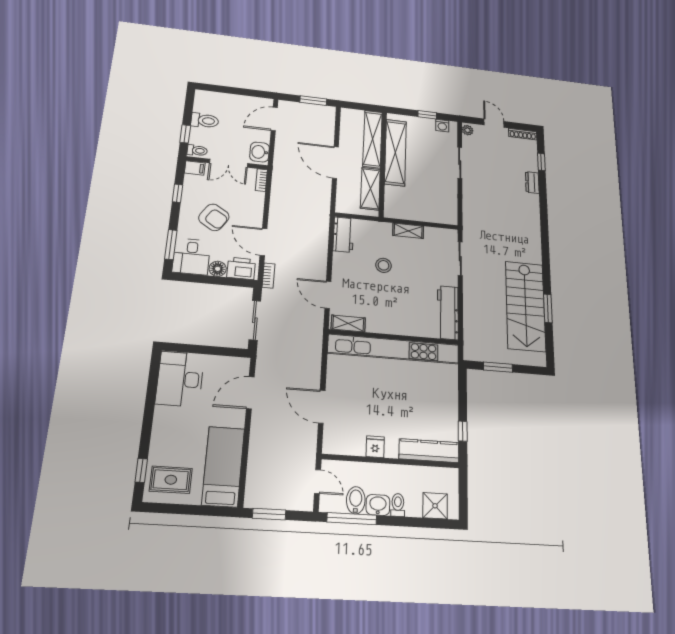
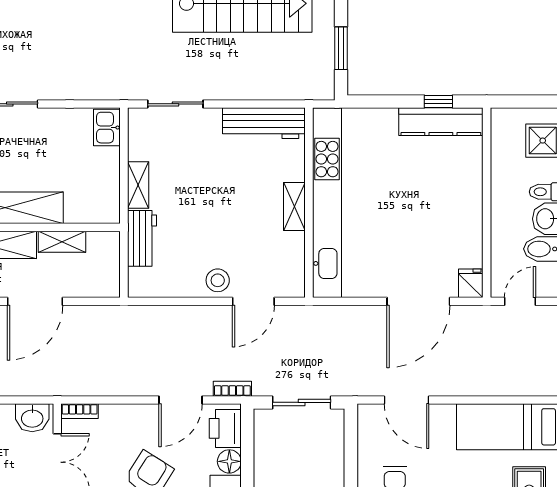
shelving: (370, 189) -> (62, 242), width x0.67, depth x0.75
kitchen sink: (445, 216) -> (107, 128), added
workbench: (343, 235) -> (142, 238), moved, turned 90
stool: (384, 265) -> (218, 280), moved
shelving: (348, 323) -> (294, 207), moved
door: (322, 407) -> (418, 301), width x1.36
fridge: (375, 447) -> (471, 283), moved, turned 90
kitchen counter: (429, 451) -> (441, 122), moved, turned -90

